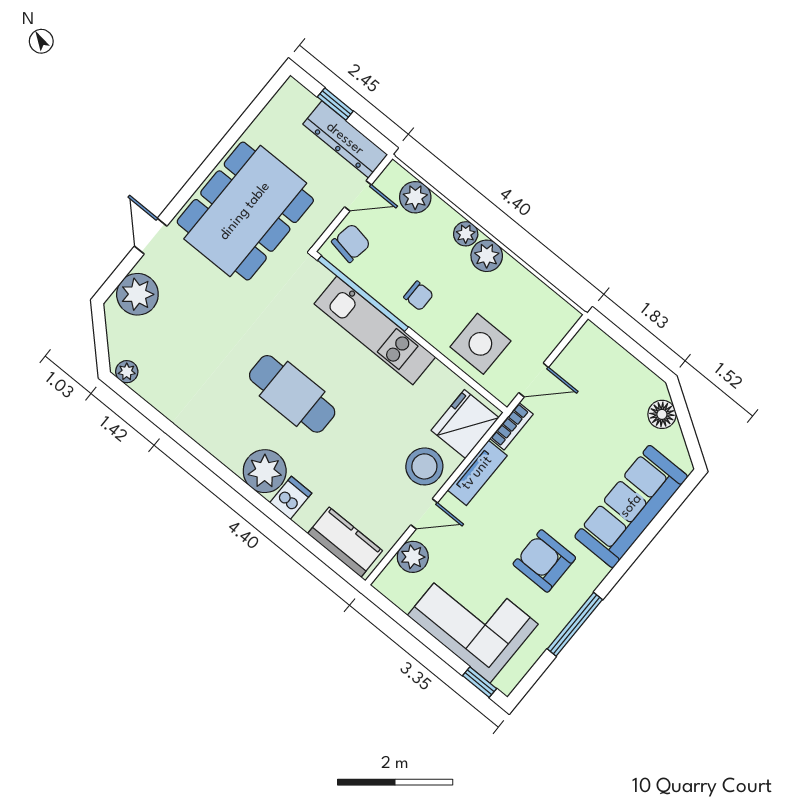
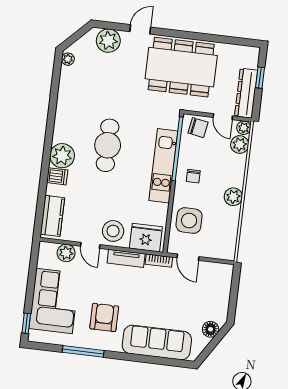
plant: (466, 234) -> (244, 128), moved

